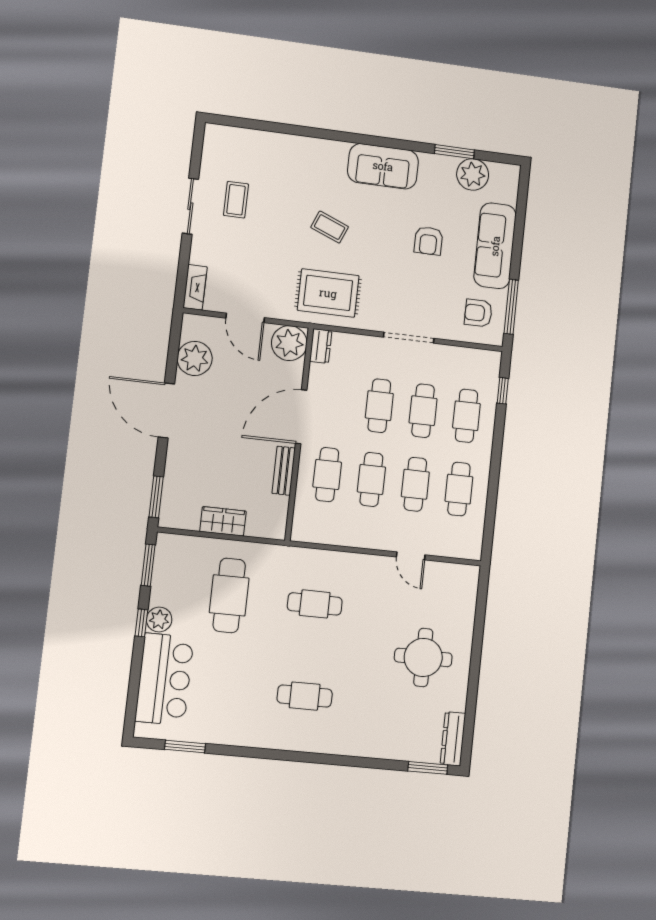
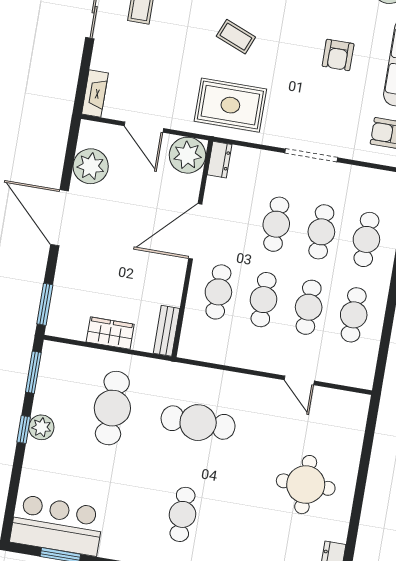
bench: (284, 471) -> (167, 331), moved
cafe table: (315, 604) -> (198, 423), width x1.37, depth x1.35
bar counter: (164, 679) -> (57, 525), moved, turned -90
cafe table: (305, 696) -> (182, 514), turned 90

